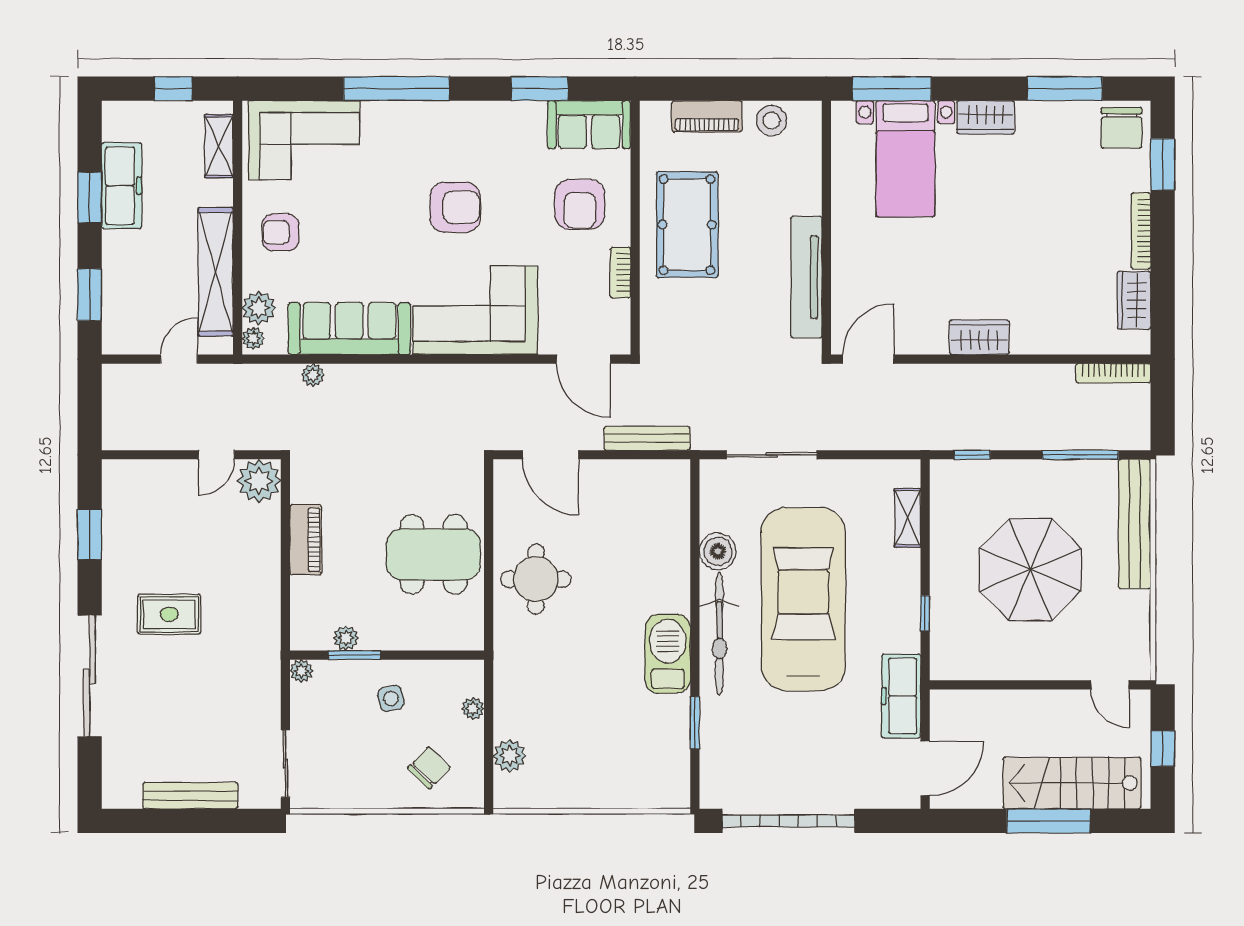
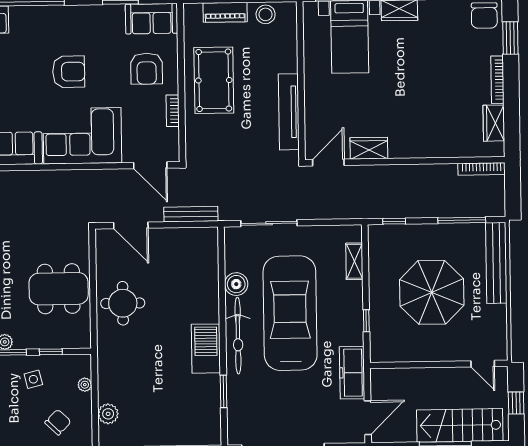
wardrobe: (979, 337) -> (369, 148), moved
window: (420, 655) -> (51, 352), added

